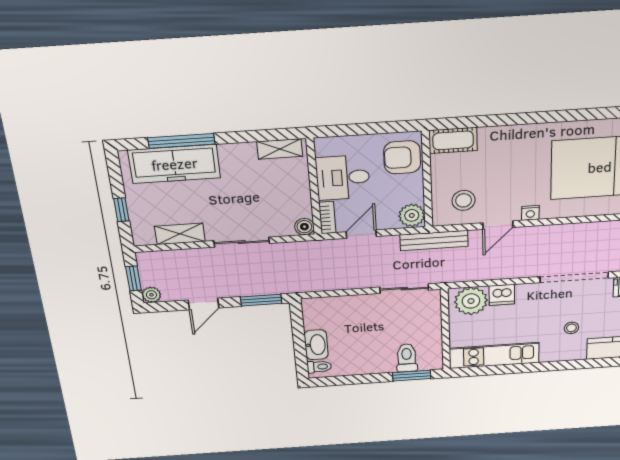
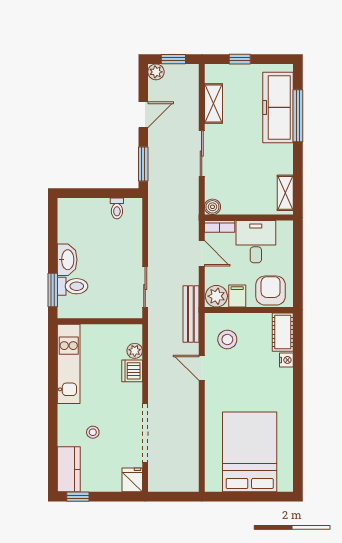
filing cabinet: (410, 193) -> (237, 296), added
nightstand: (530, 213) -> (286, 360), moved, turned 180
plant: (471, 301) -> (135, 351), width x0.53, depth x0.53
door: (204, 304) -> (143, 115), swing flipped
washbasin: (316, 345) -> (67, 260), moved, turned -90
toilet: (319, 367) -> (117, 208), moved

